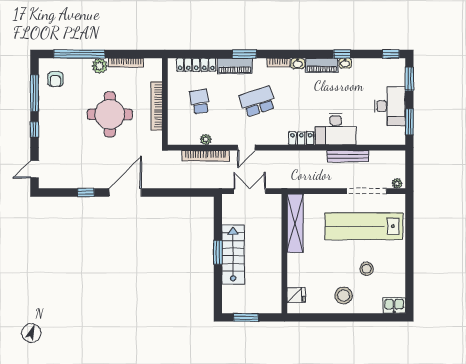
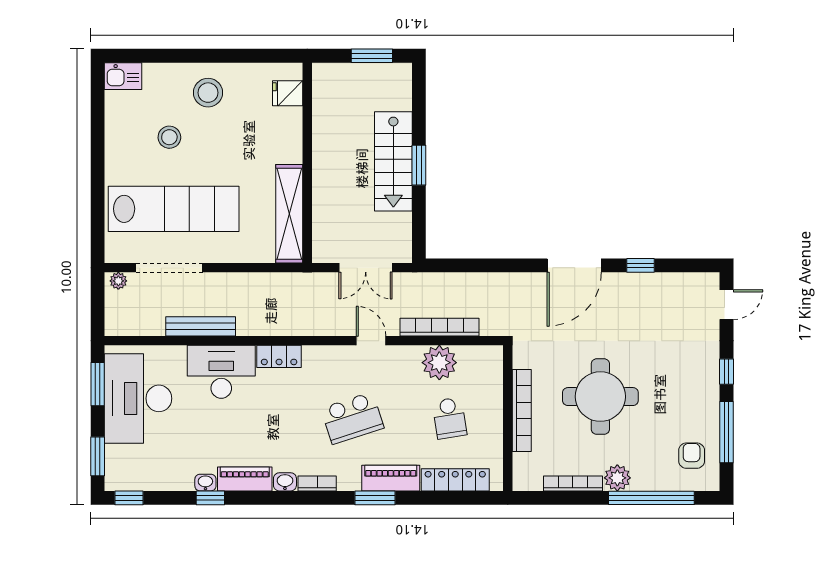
desk: (390, 106) -> (138, 398), width x1.36, depth x1.30
plant: (206, 139) -> (439, 363), width x1.88, depth x1.88
door: (246, 148) -> (371, 341), hinge flipped

